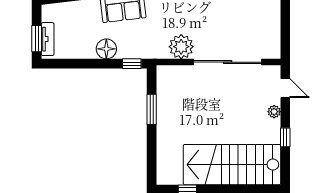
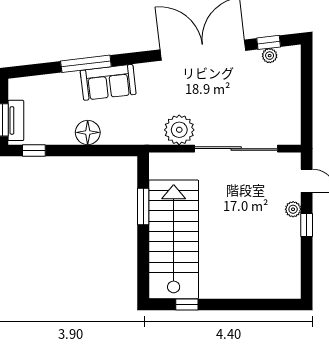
window: (132, 64) -> (34, 150), moved
window: (285, 137) -> (307, 225), moved
stairs: (232, 165) -> (174, 239), moved, turned 90

